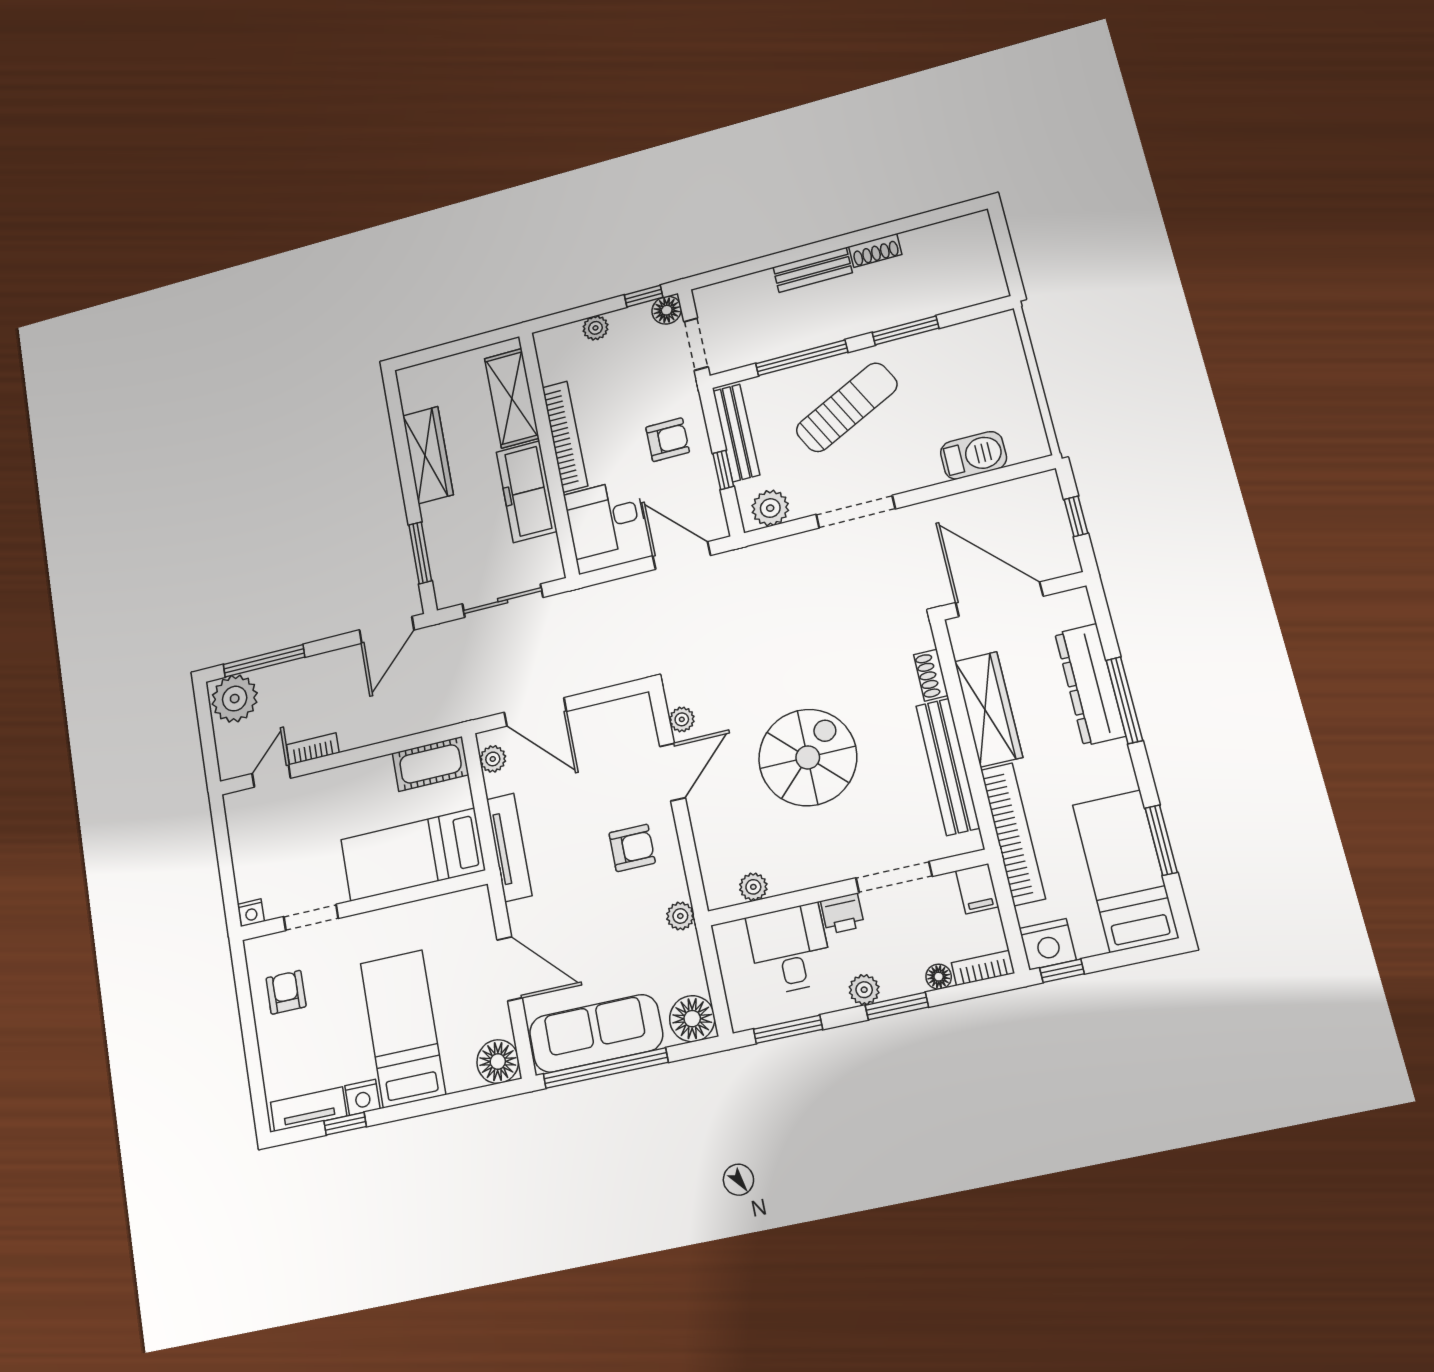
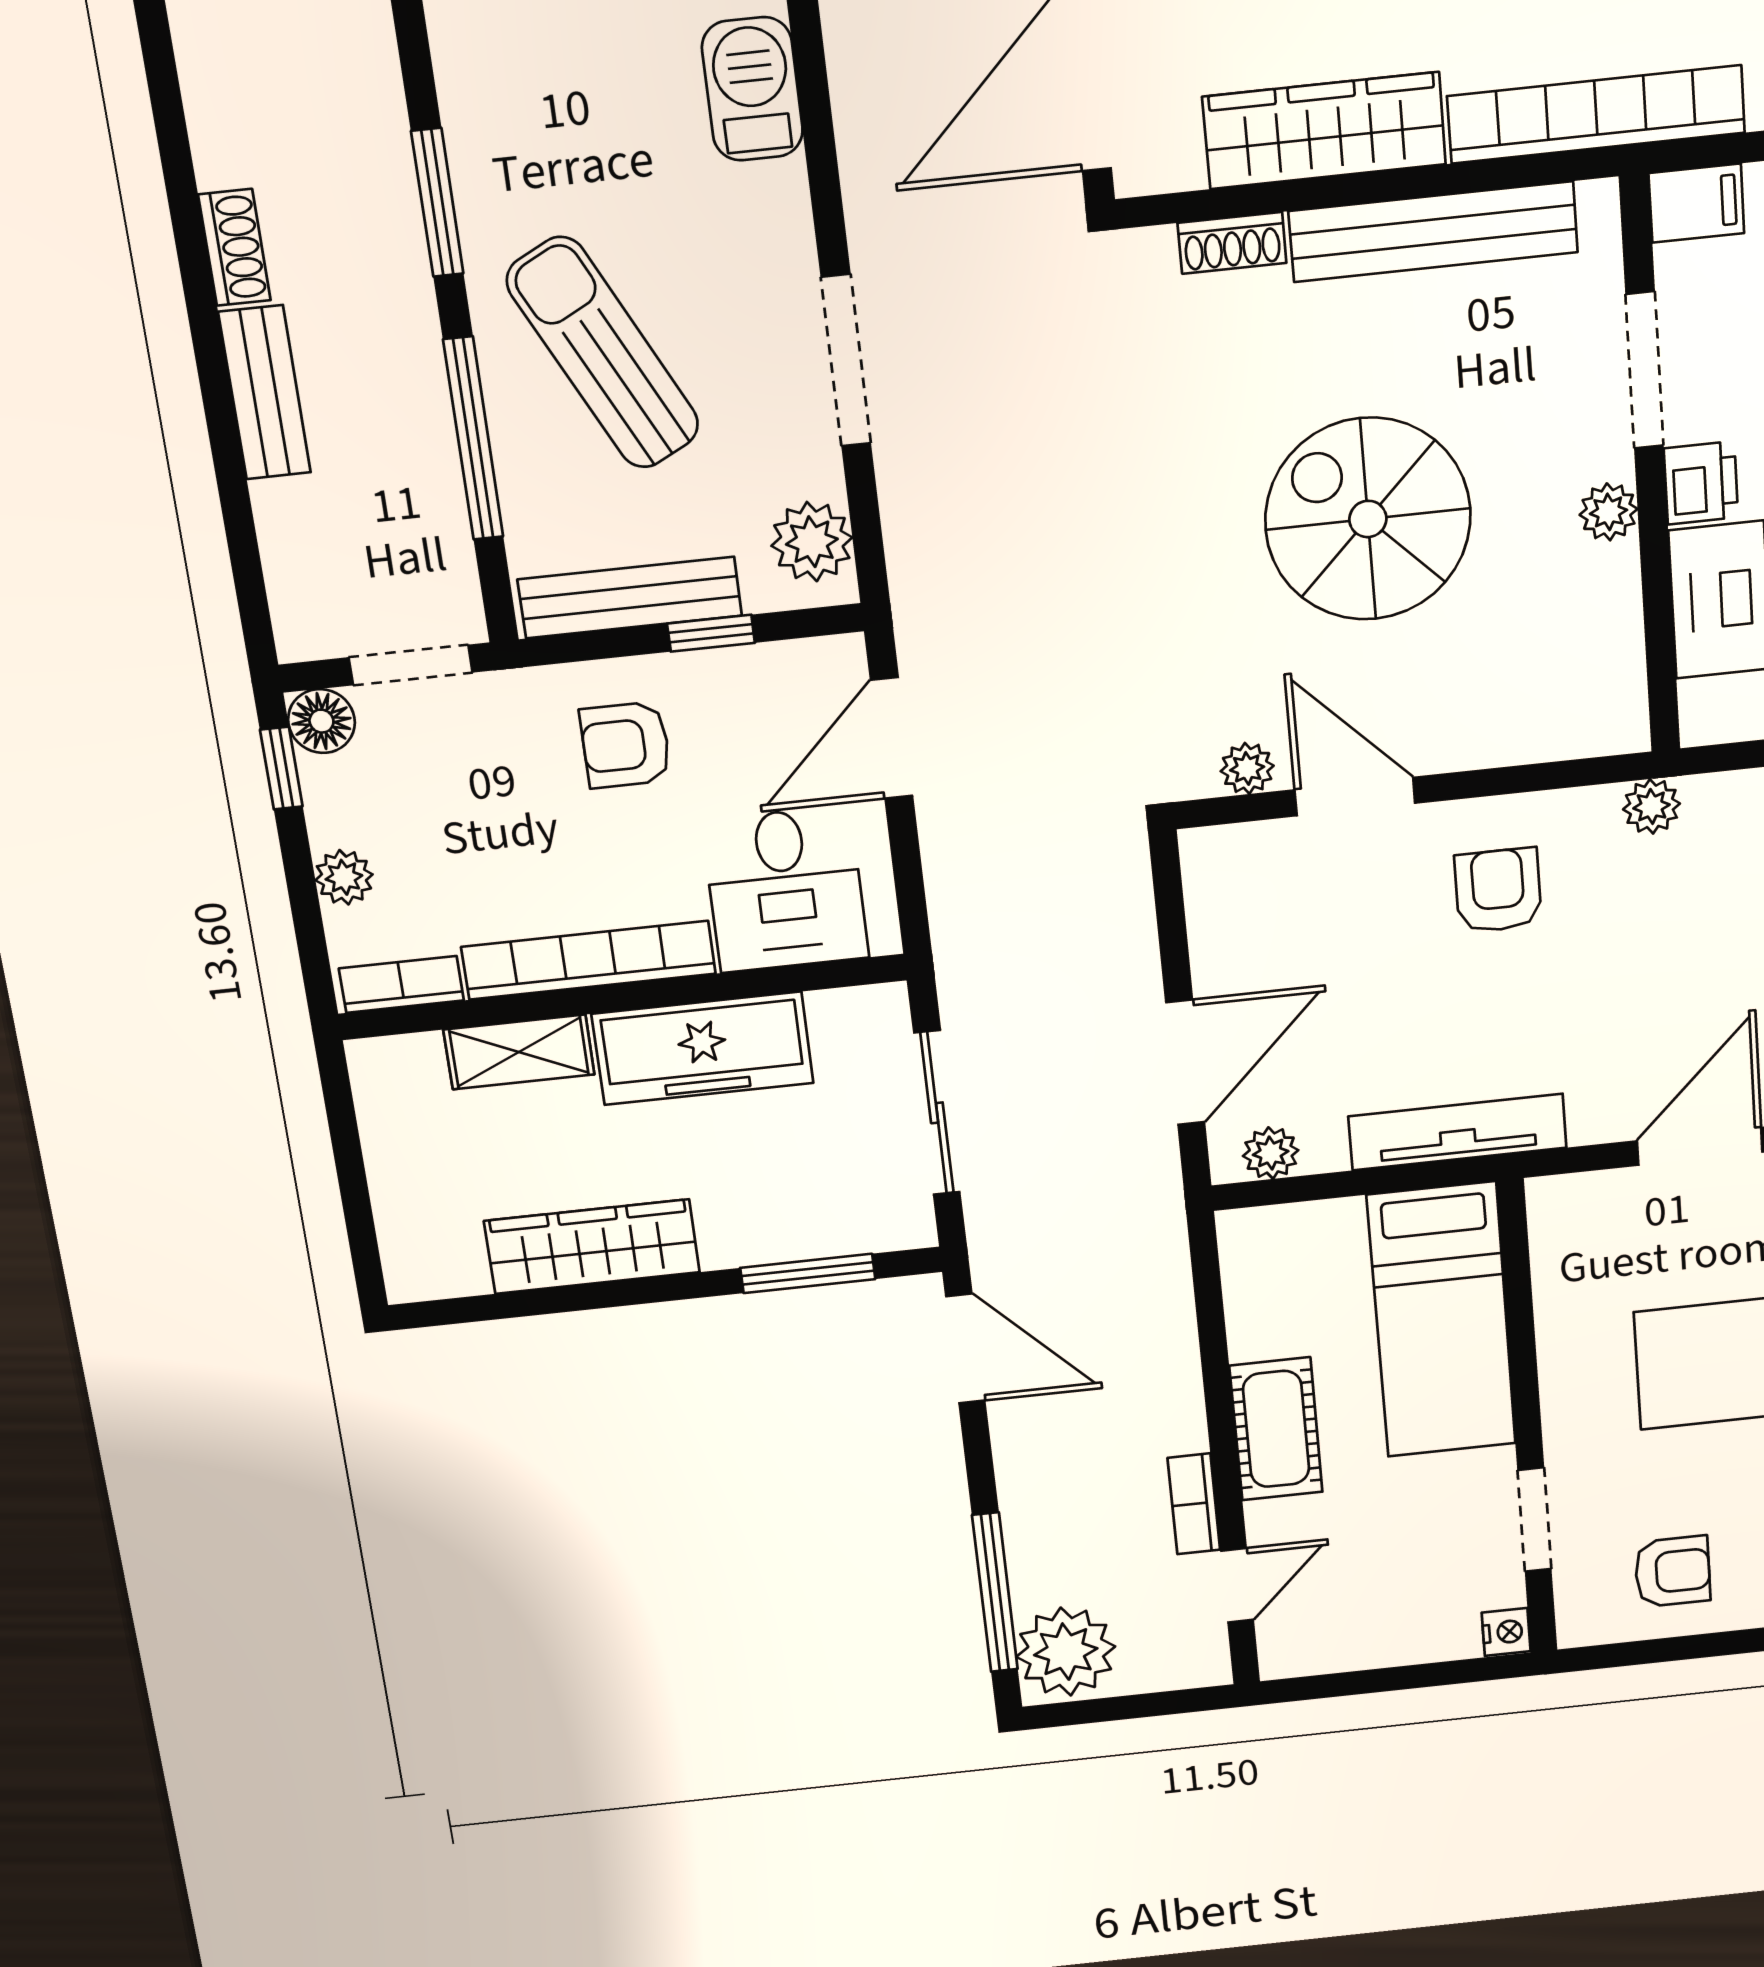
bookcase: (547, 358) -> (401, 984), added
shelving: (512, 398) -> (519, 1052), width x0.67, depth x0.75
armchair: (668, 440) -> (626, 745), turned -90
cot: (430, 764) -> (1276, 1429), moved
door: (271, 776) -> (1237, 1585), swing flipped
plant: (753, 887) -> (1609, 512), moved
armchair: (286, 992) -> (1673, 1571), turned 180

